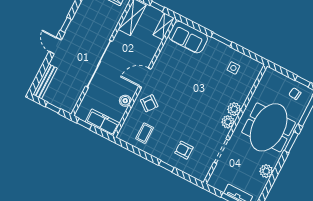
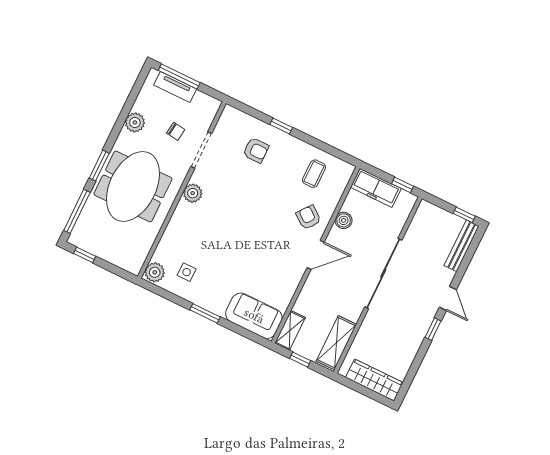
chair: (295, 94) -> (176, 131), moved
window: (53, 108) -> (464, 215), moved
plant: (234, 109) -> (155, 272), moved

